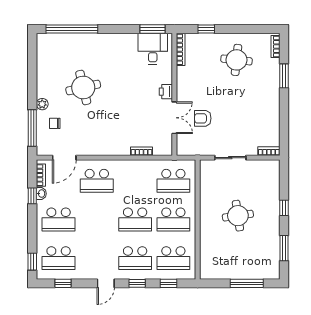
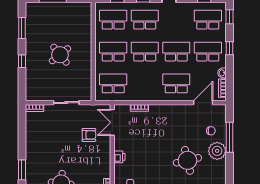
plant: (42, 104) -> (217, 151), width x1.88, depth x1.88
double door: (174, 118) -> (112, 122), moved
window: (32, 128) -> (229, 137), moved
window: (32, 196) -> (229, 48), moved
round table: (238, 216) -> (60, 55), turned -31
school desk: (97, 219) -> (176, 52), added

